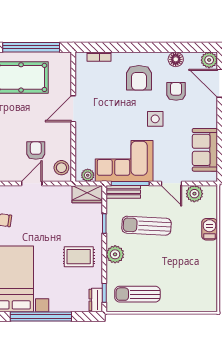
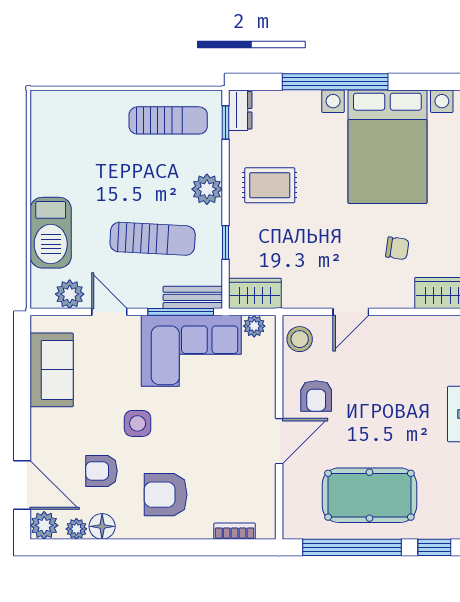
plant: (191, 58) -> (76, 529), added
armchair: (139, 78) -> (166, 495), turned -90
armchair: (176, 91) -> (102, 471), turned 90
armchair: (36, 151) -> (316, 396), moved
barbecue: (210, 229) -> (51, 233), width x1.88, depth x1.53

